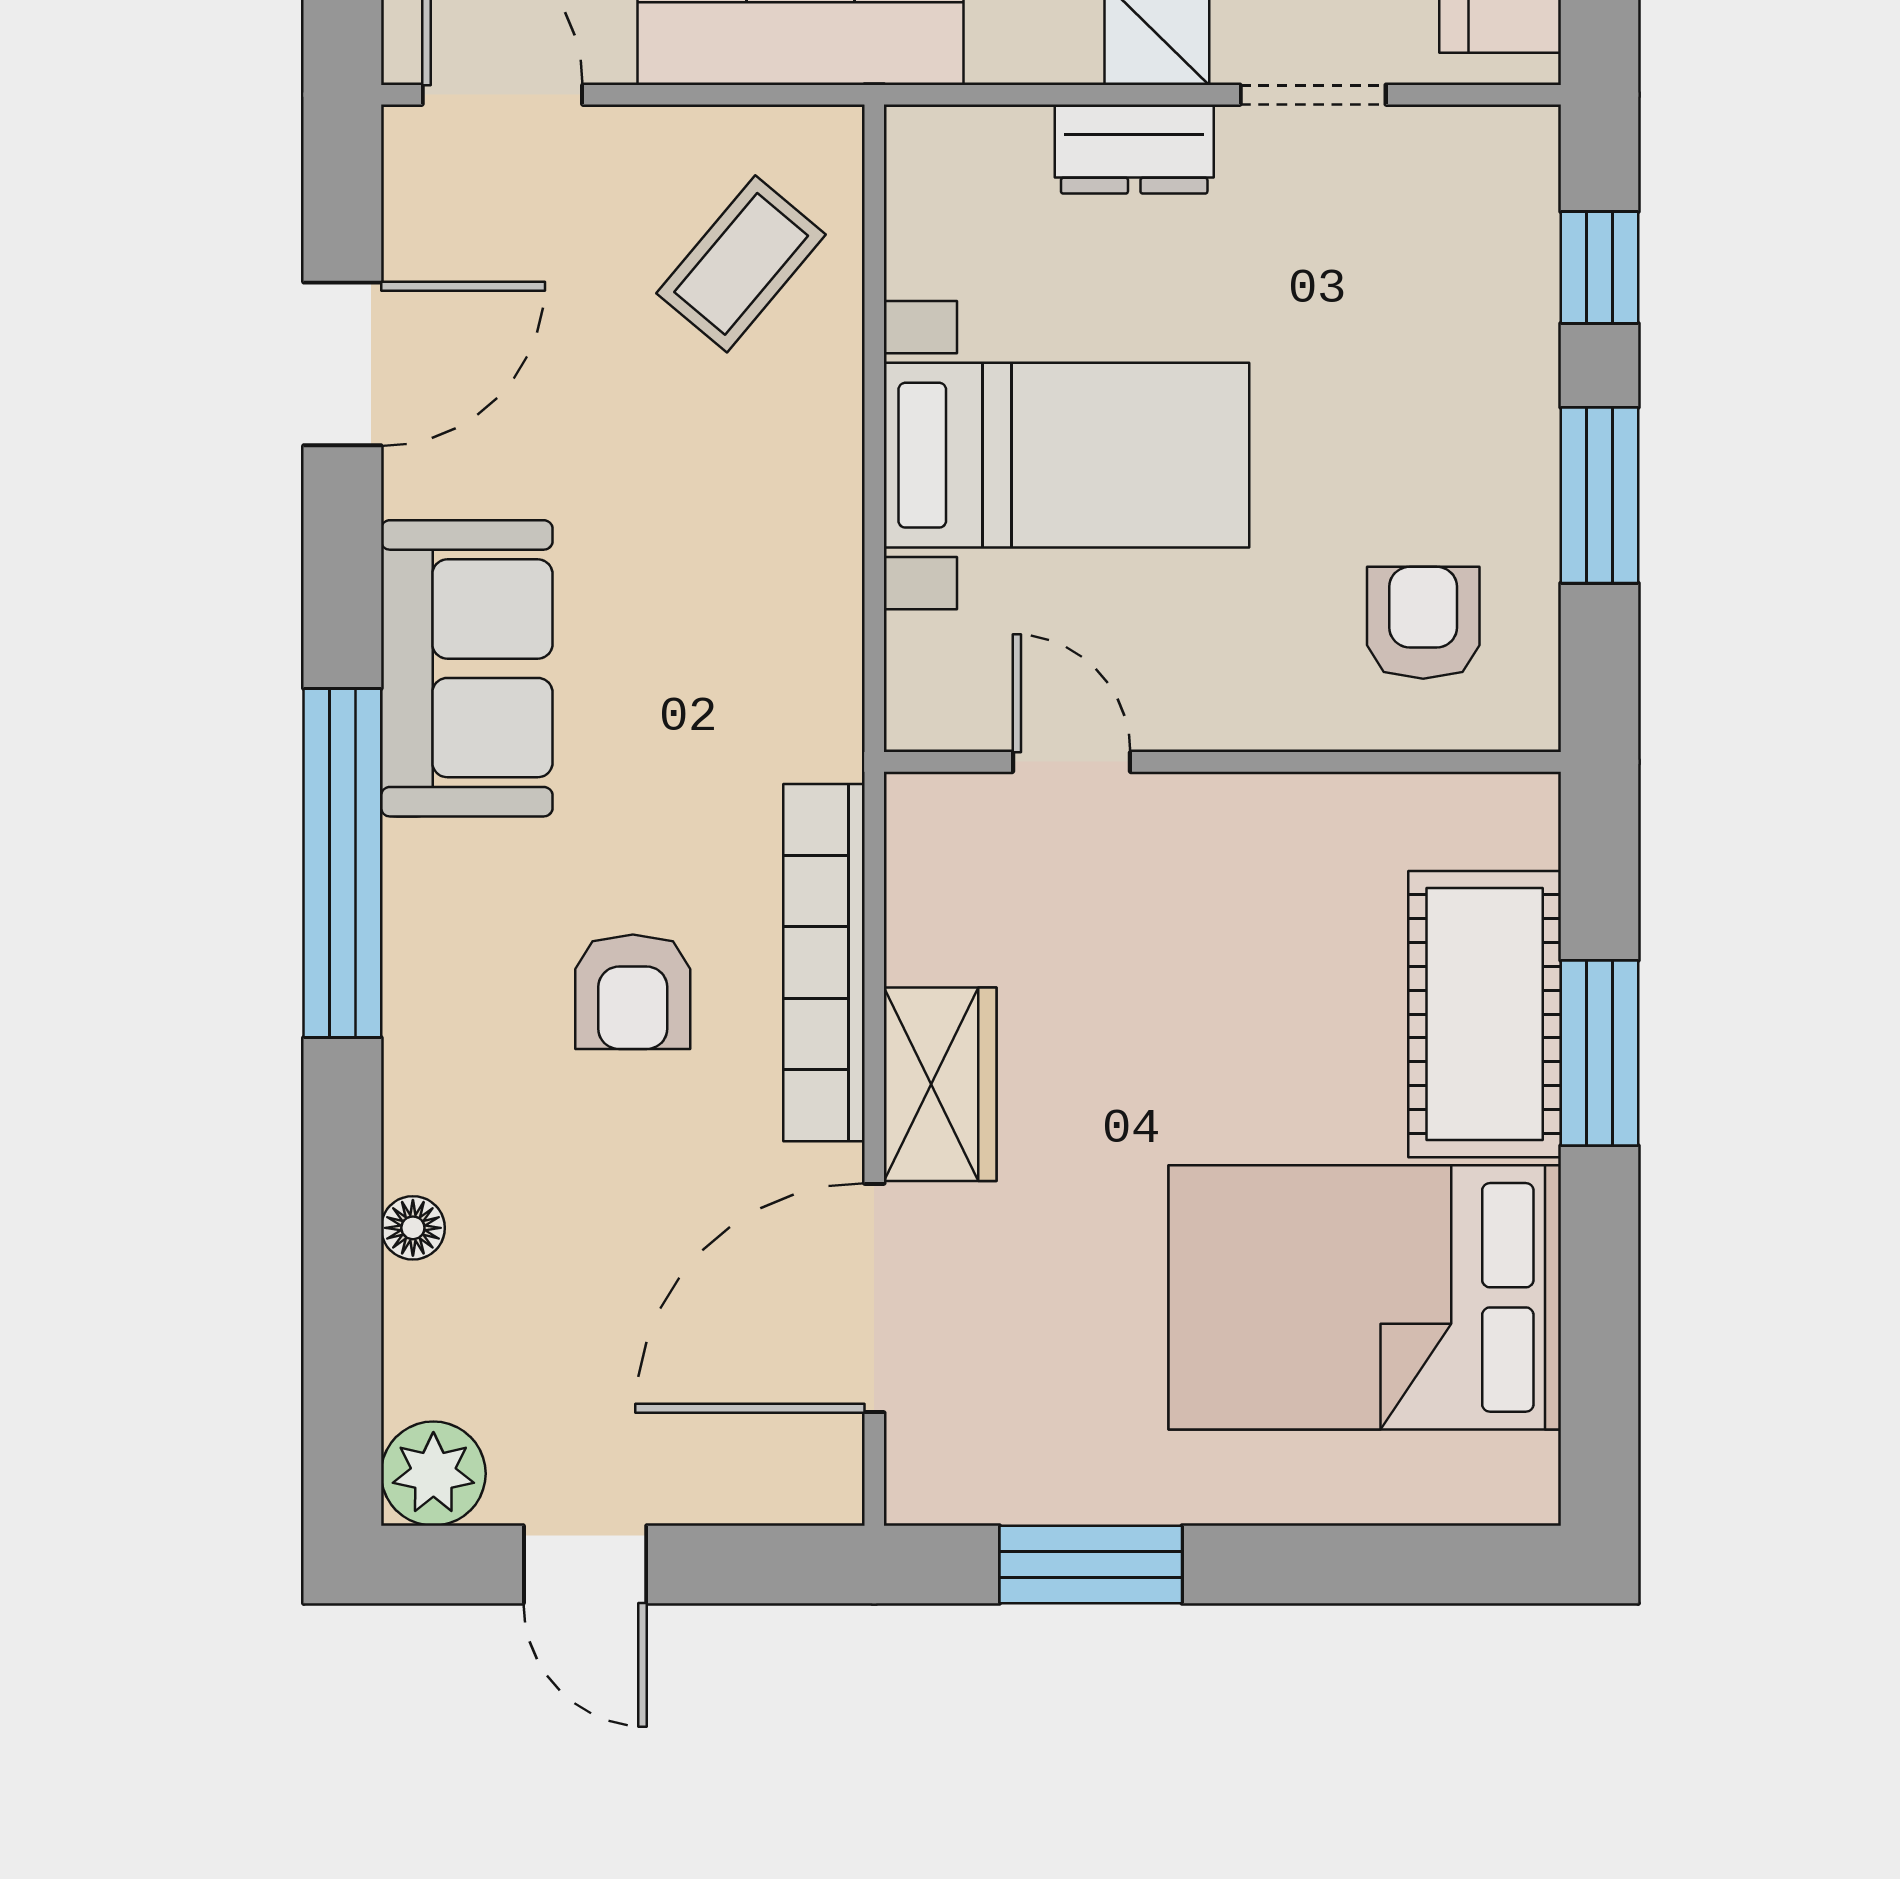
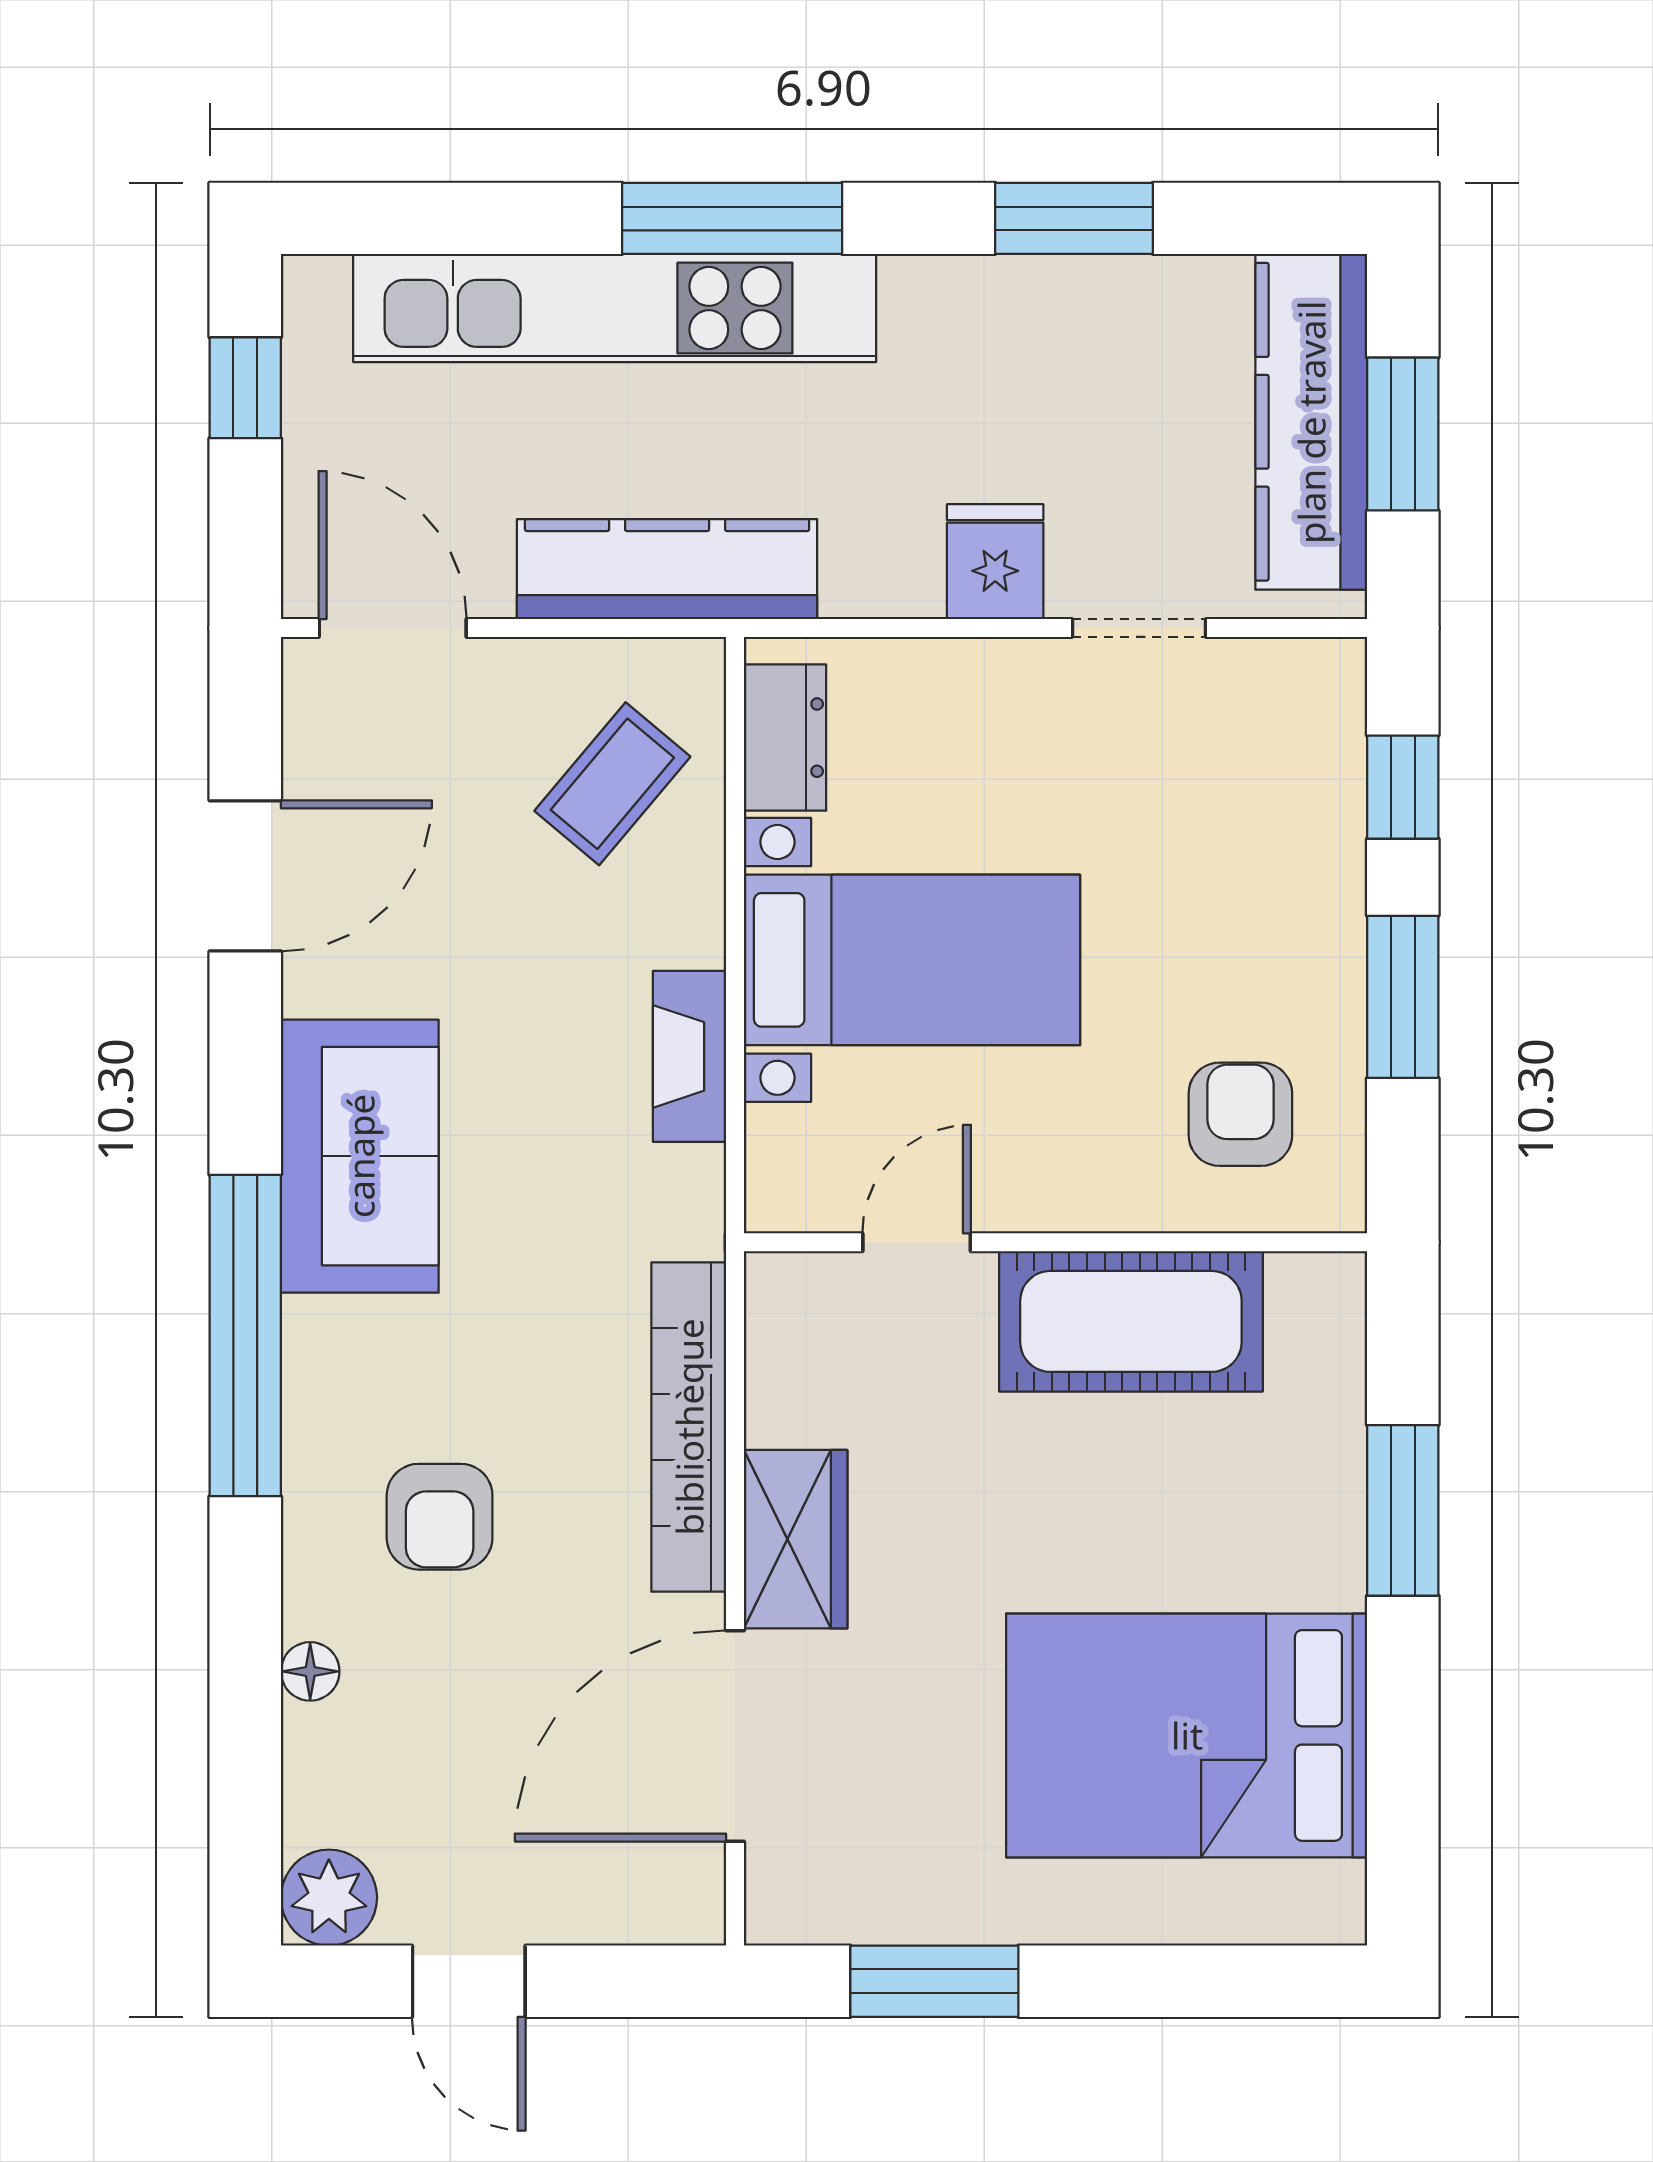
dresser: (1134, 149) -> (785, 738), moved, turned -90
fireplace: (825, 560) -> (690, 1056), added
door: (1072, 762) -> (917, 1242), hinge flipped
armchair: (633, 992) -> (440, 1517), moved
cot: (1485, 1014) -> (1131, 1321), moved, turned 90

